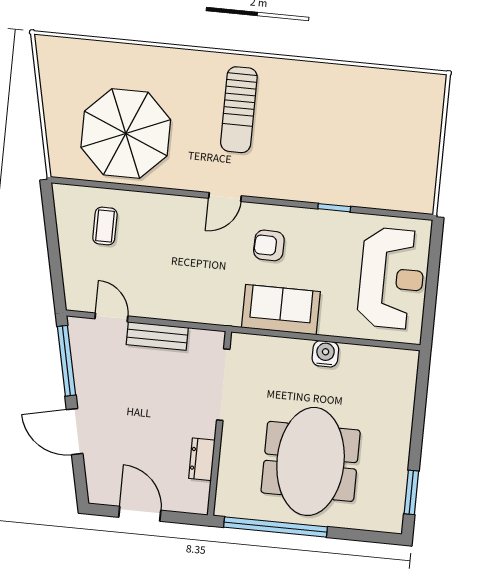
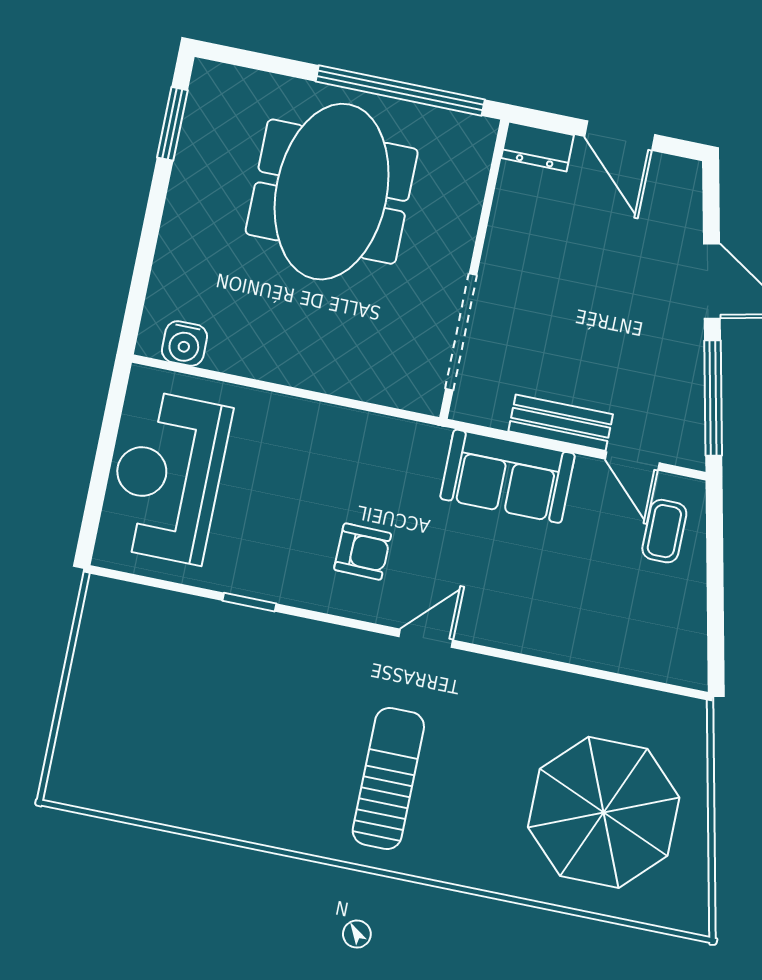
parasol: (126, 133) -> (604, 812), moved
coffee table: (105, 226) -> (664, 531), moved
sofa: (281, 310) -> (507, 476), moved
water cooler: (325, 354) -> (184, 343), moved
dresser: (202, 459) -> (538, 146), moved, turned 90

